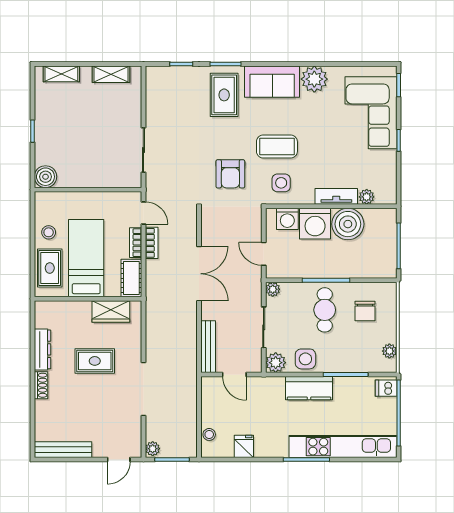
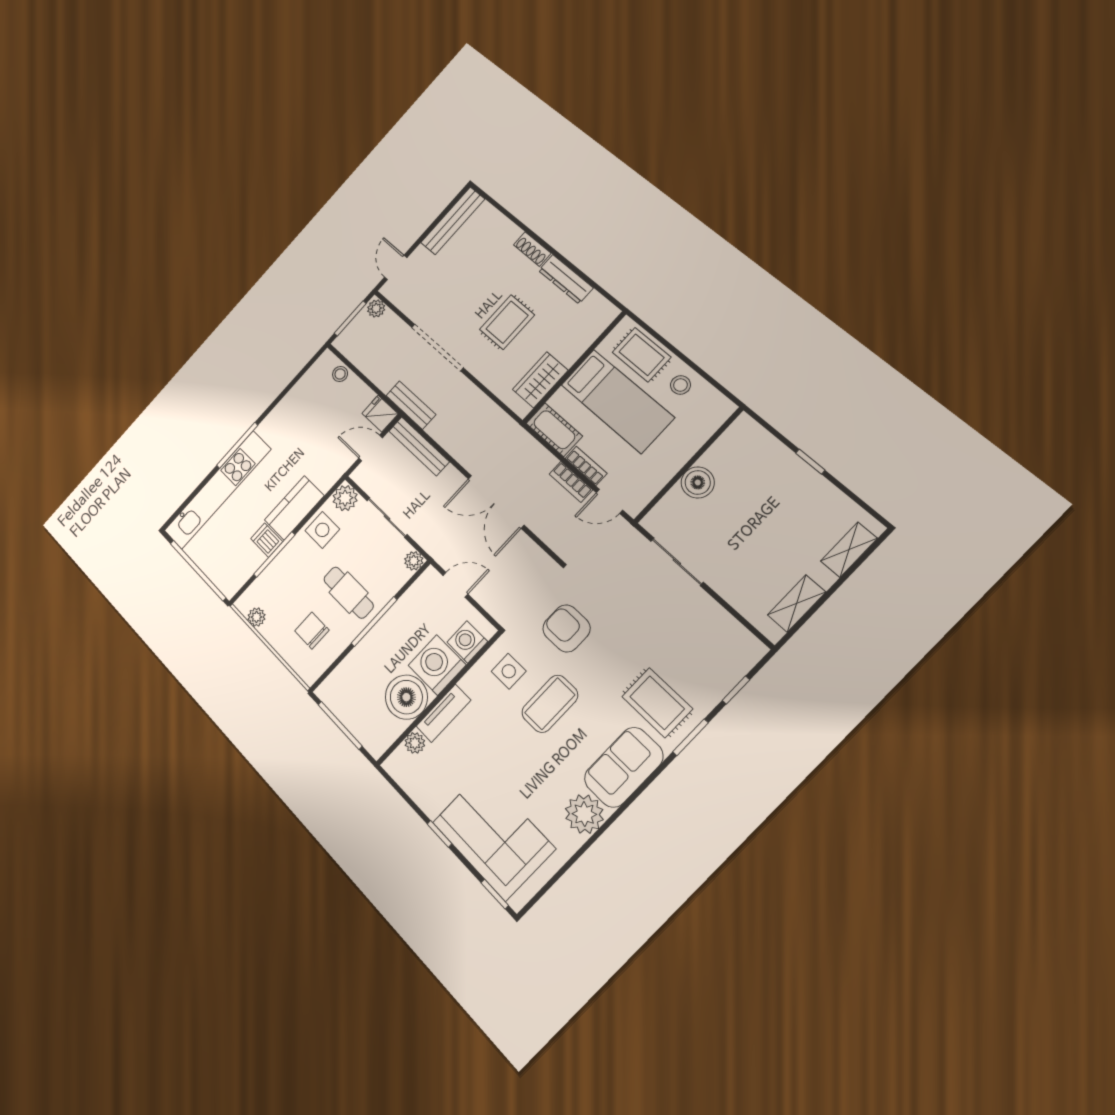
boiler: (45, 177) -> (698, 482), moved
bench: (189, 374) -> (411, 405), added
dishwasher: (386, 388) -> (267, 540), moved, turned -90
fridge: (244, 446) -> (380, 414), moved, turned 180

